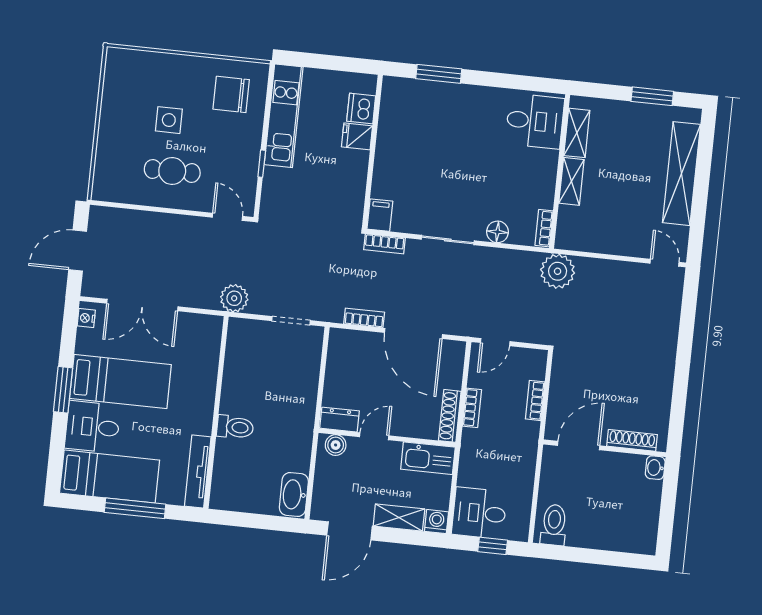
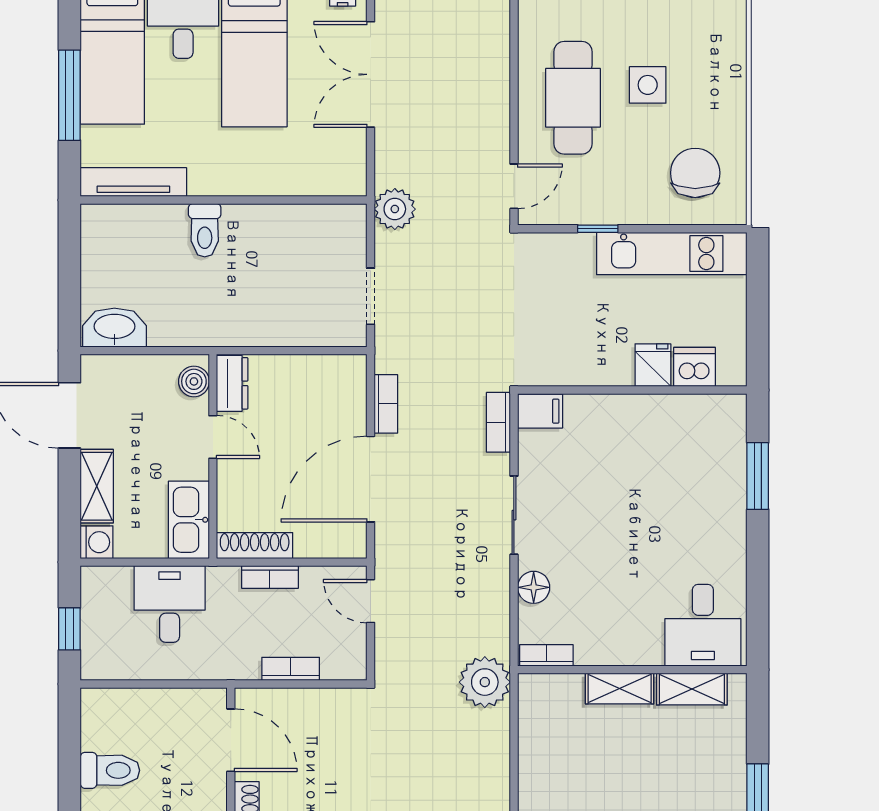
cafe table: (172, 171) -> (573, 98), width x1.37, depth x1.35
desk: (479, 513) -> (170, 604), moved
toilet: (554, 525) -> (110, 770), moved

